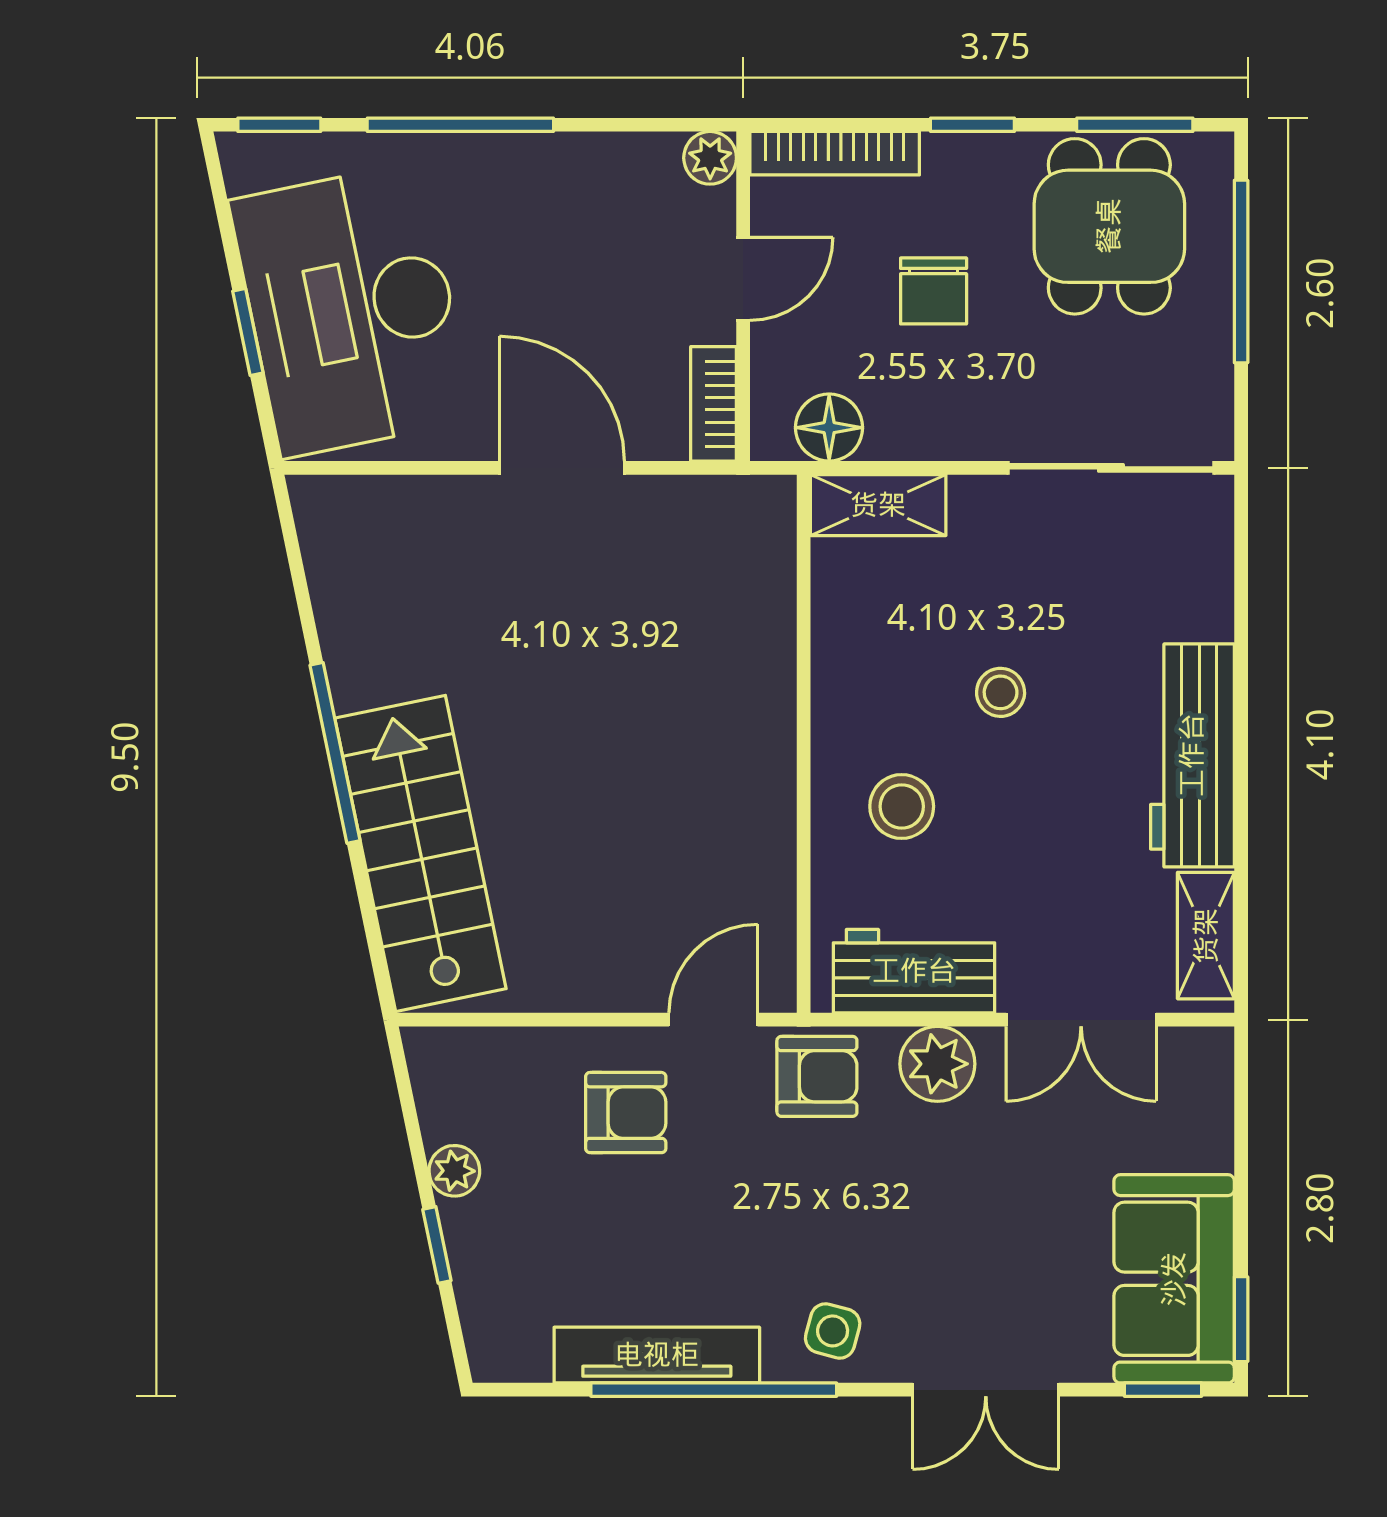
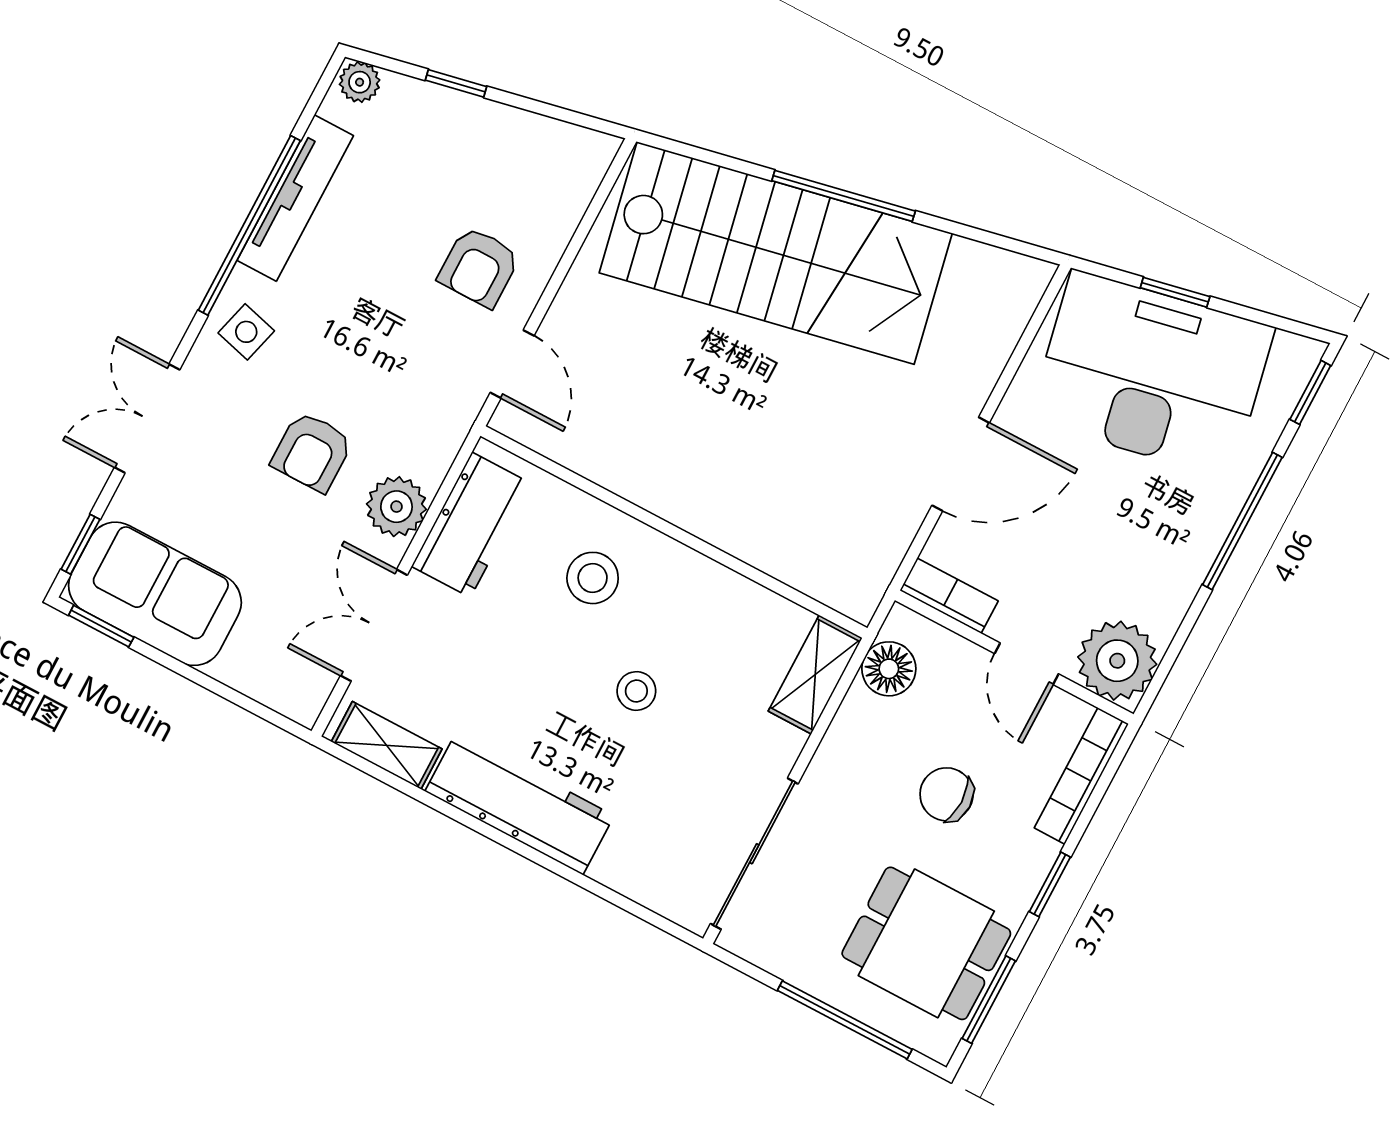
plant: (710, 158) -> (1117, 661), width x1.88, depth x1.88
stairs: (420, 853) -> (776, 253), width x1.36, depth x1.51
armchair: (817, 1076) -> (312, 452), moved
plant: (454, 1171) -> (360, 82), moved

